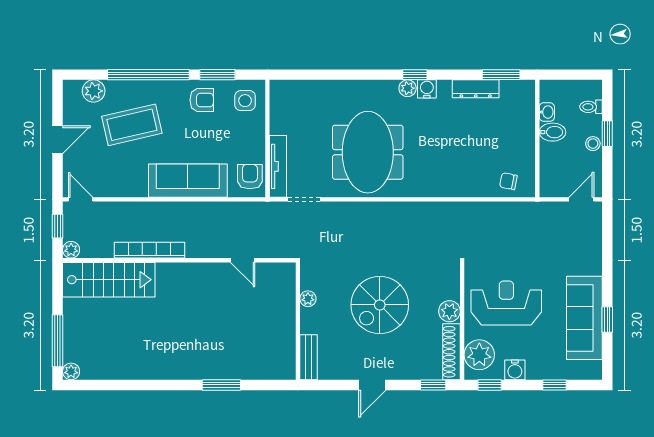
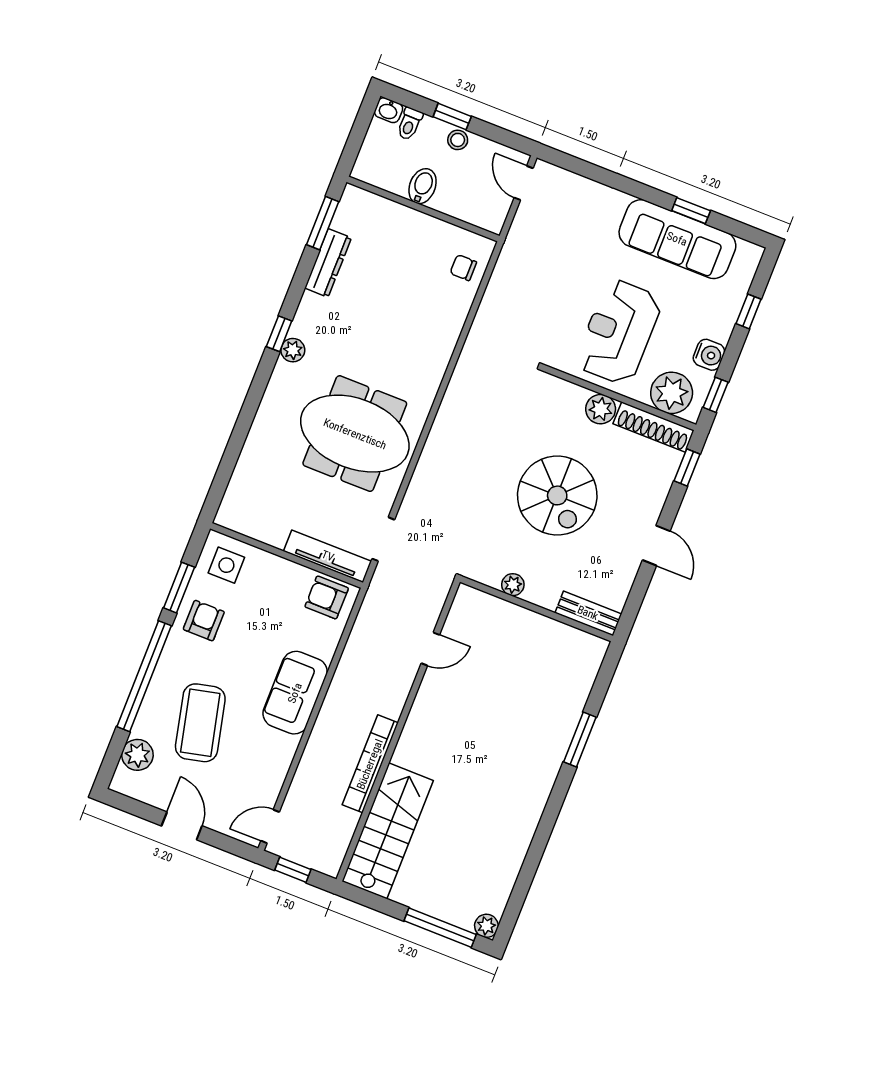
water cooler: (427, 89) -> (303, 326), removed
washbasin: (547, 112) -> (389, 110), moved, turned 180
sofa: (188, 181) -> (295, 693), width x0.73
chair: (508, 181) -> (463, 268), turned 79
plant: (71, 250) -> (330, 864), removed

